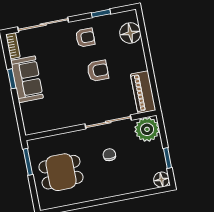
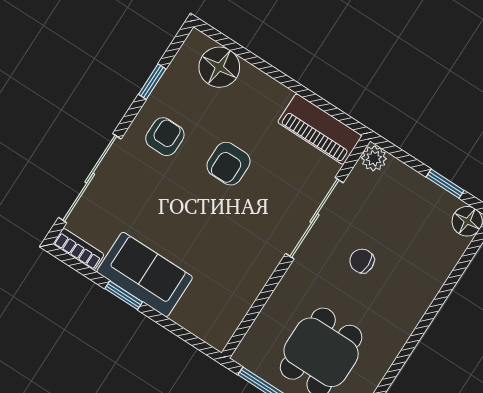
armchair: (98, 71) -> (228, 164), turned 180
plant: (147, 129) -> (374, 158), width x0.53, depth x0.53

